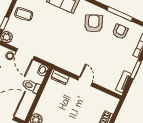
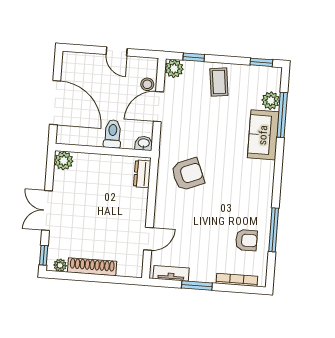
armchair: (94, 24) -> (188, 174), moved
door: (85, 81) -> (149, 239), moved

